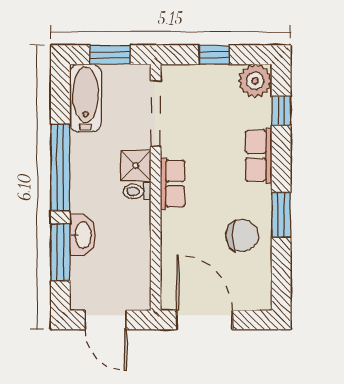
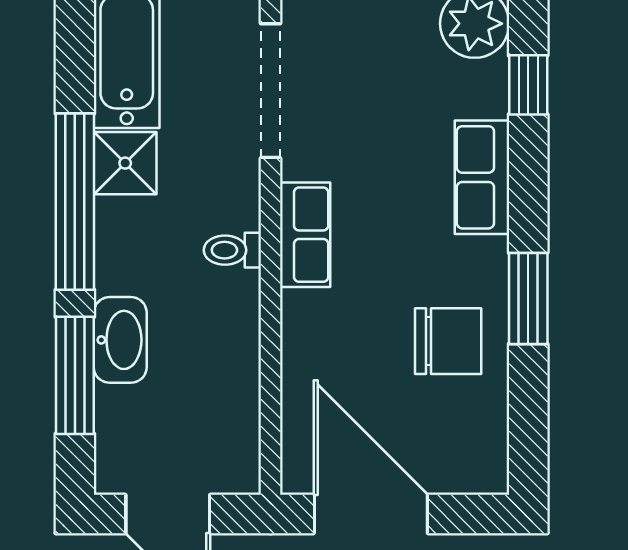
shower: (136, 166) -> (125, 163), moved

